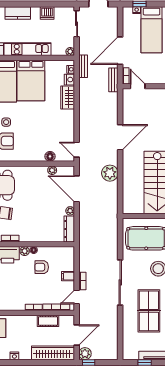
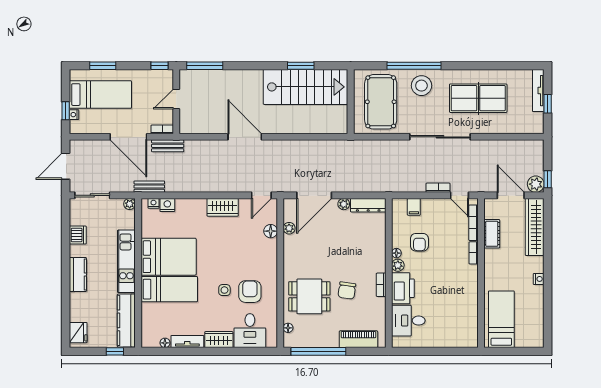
door: (138, 86) -> (176, 99), moved
wardrobe: (68, 97) -> (223, 207), moved
plant: (110, 173) -> (293, 151), removed
filing cabinet: (68, 276) -> (414, 207), moved

